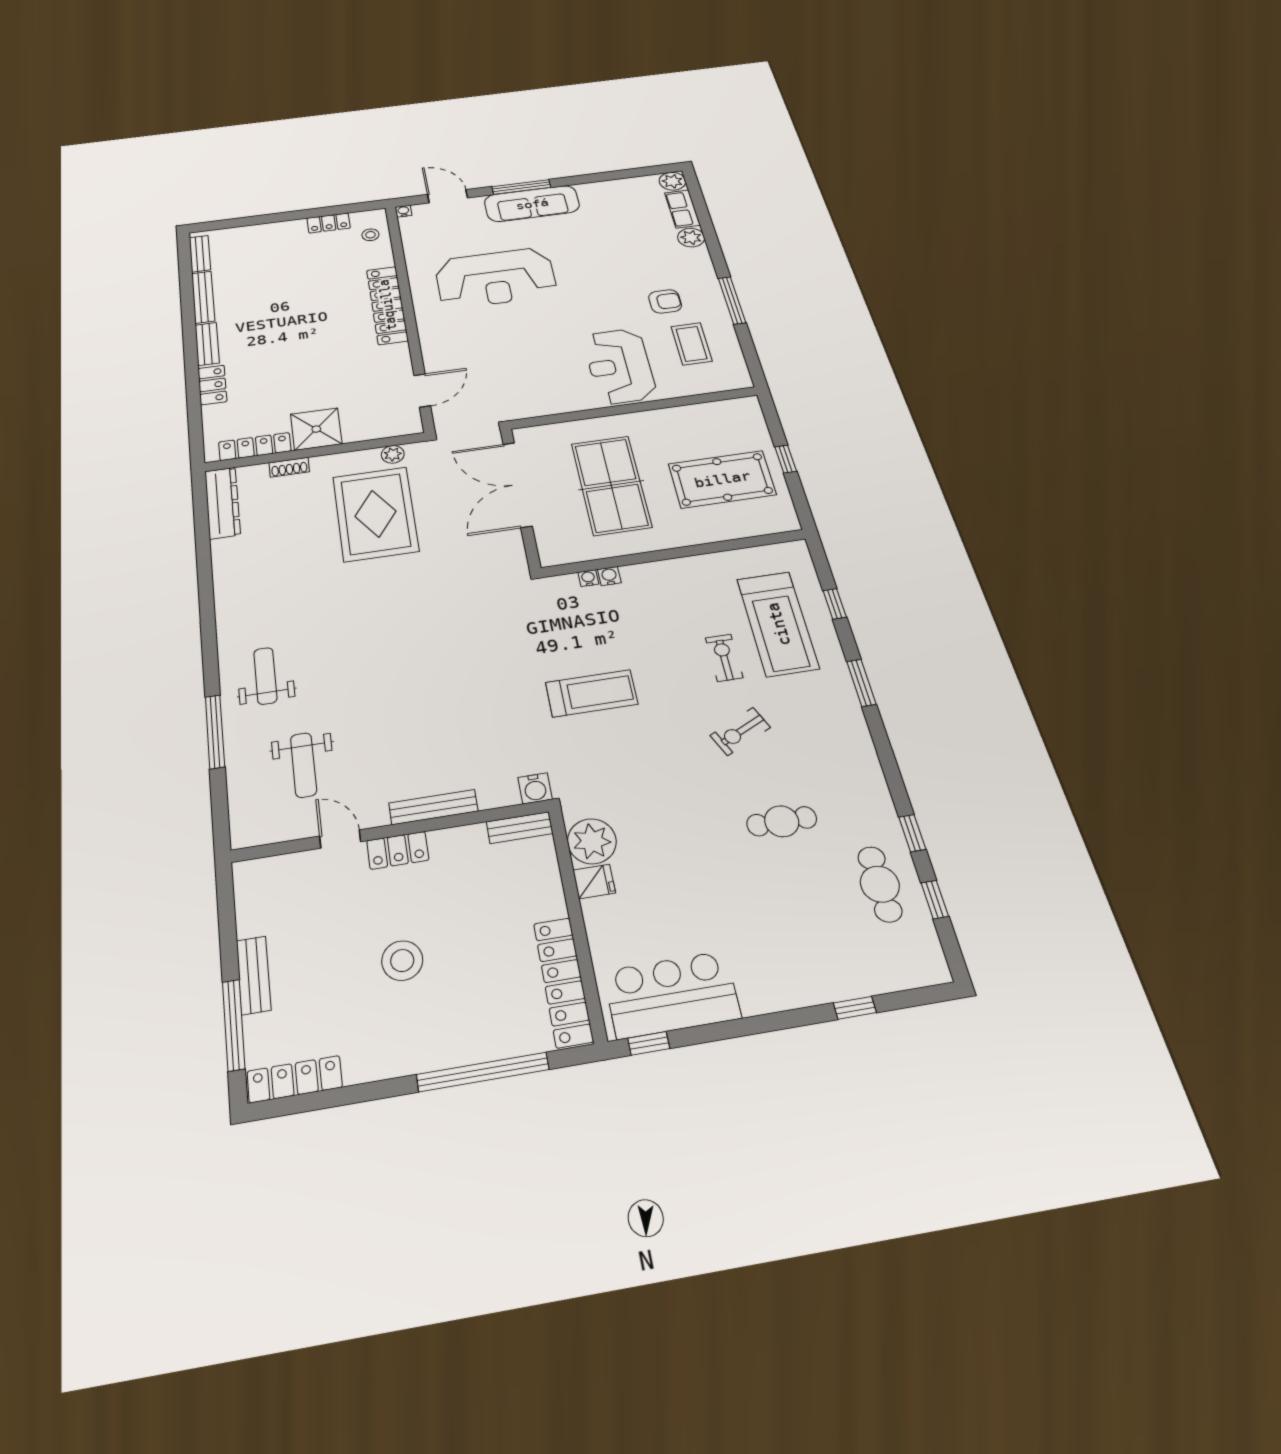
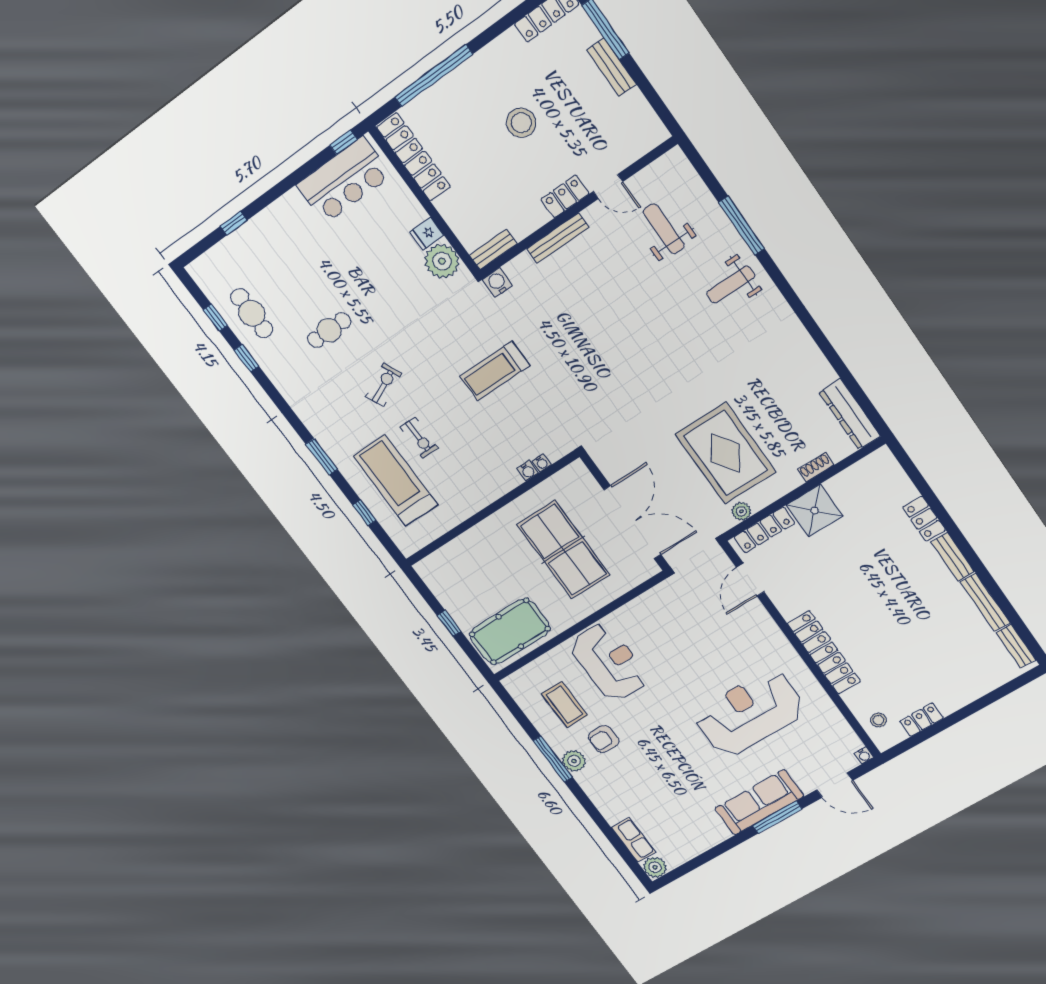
plant: (691, 238) -> (574, 761), moved
locker: (255, 447) -> (764, 530), moved
pool table: (722, 479) -> (510, 632), moved
weight bench: (265, 676) -> (731, 284), turned 90

